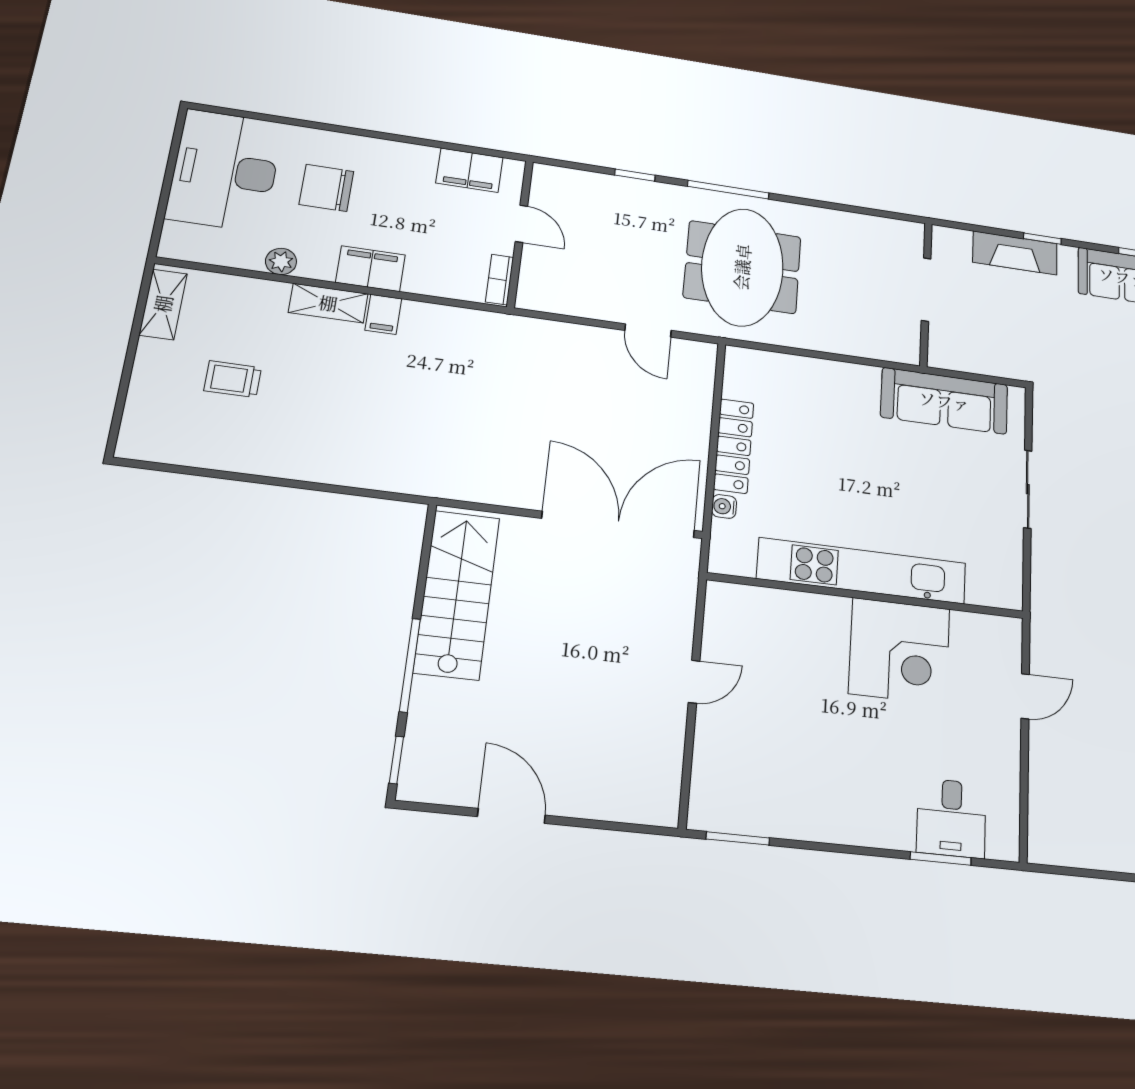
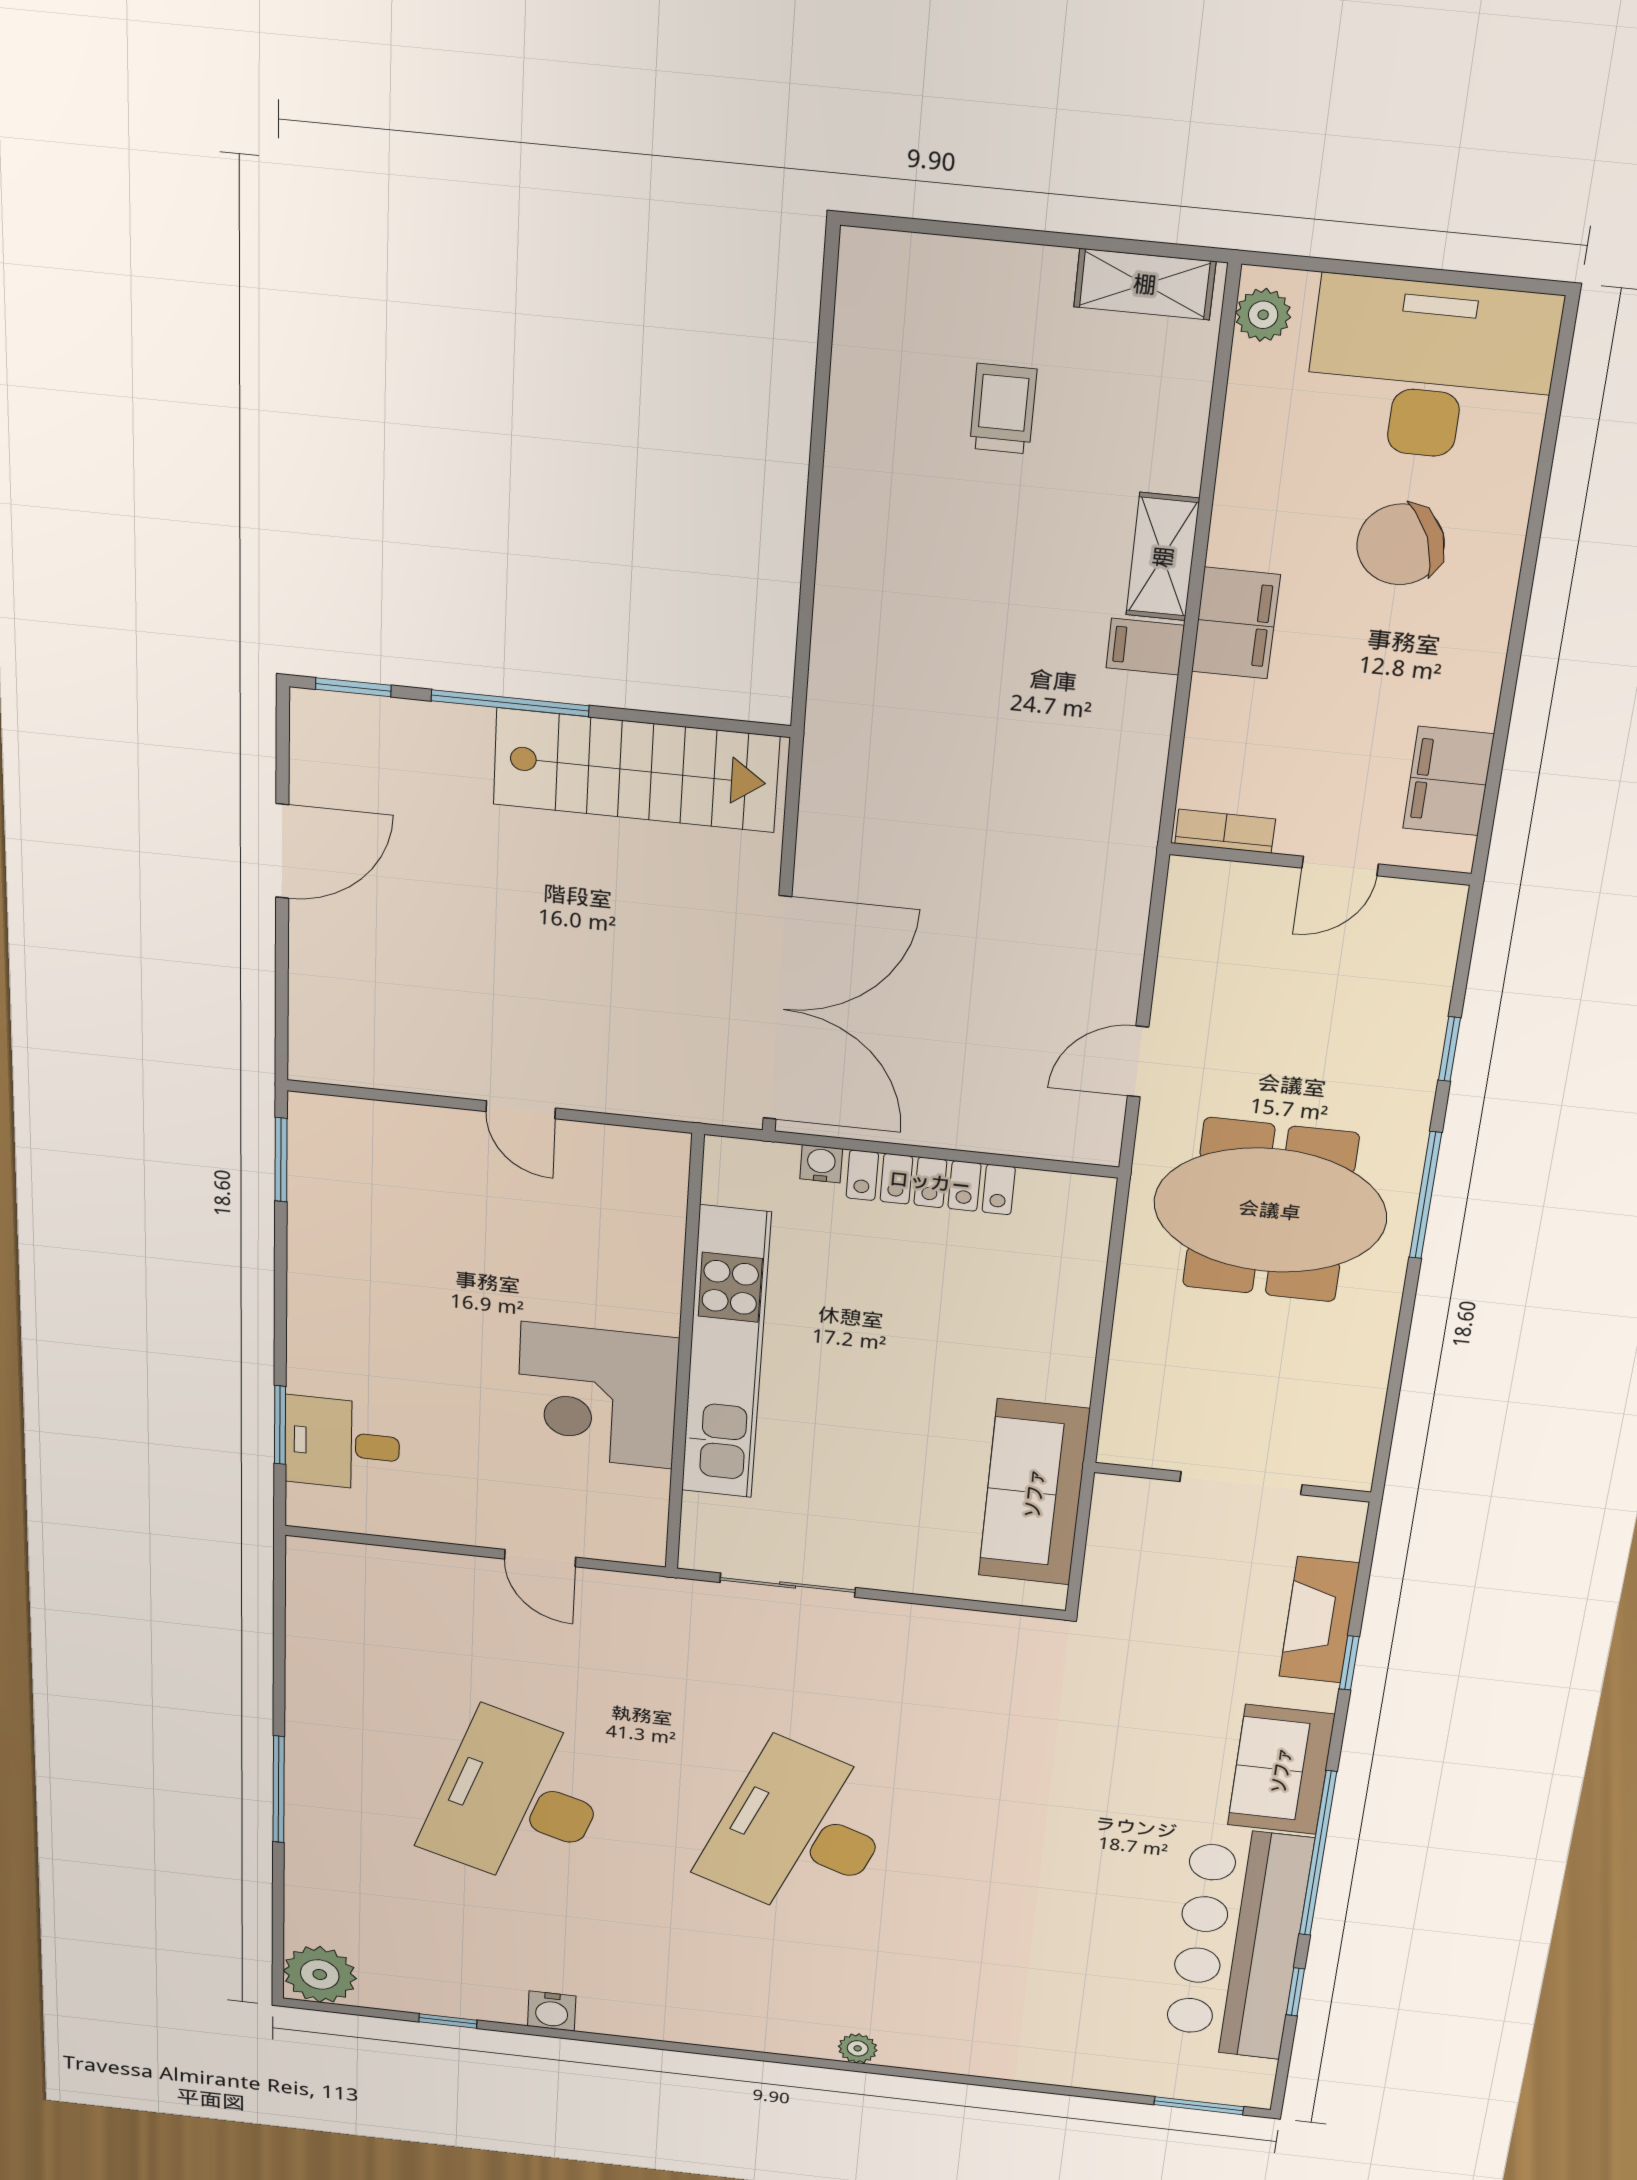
chair: (326, 188) -> (1401, 544), turned -112
plant: (281, 261) -> (1263, 315), moved
sliding door: (1028, 489) -> (788, 1585), moved

